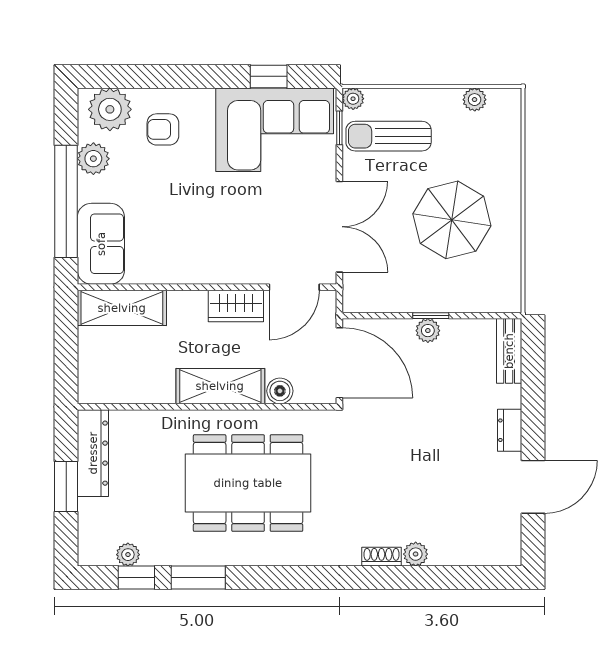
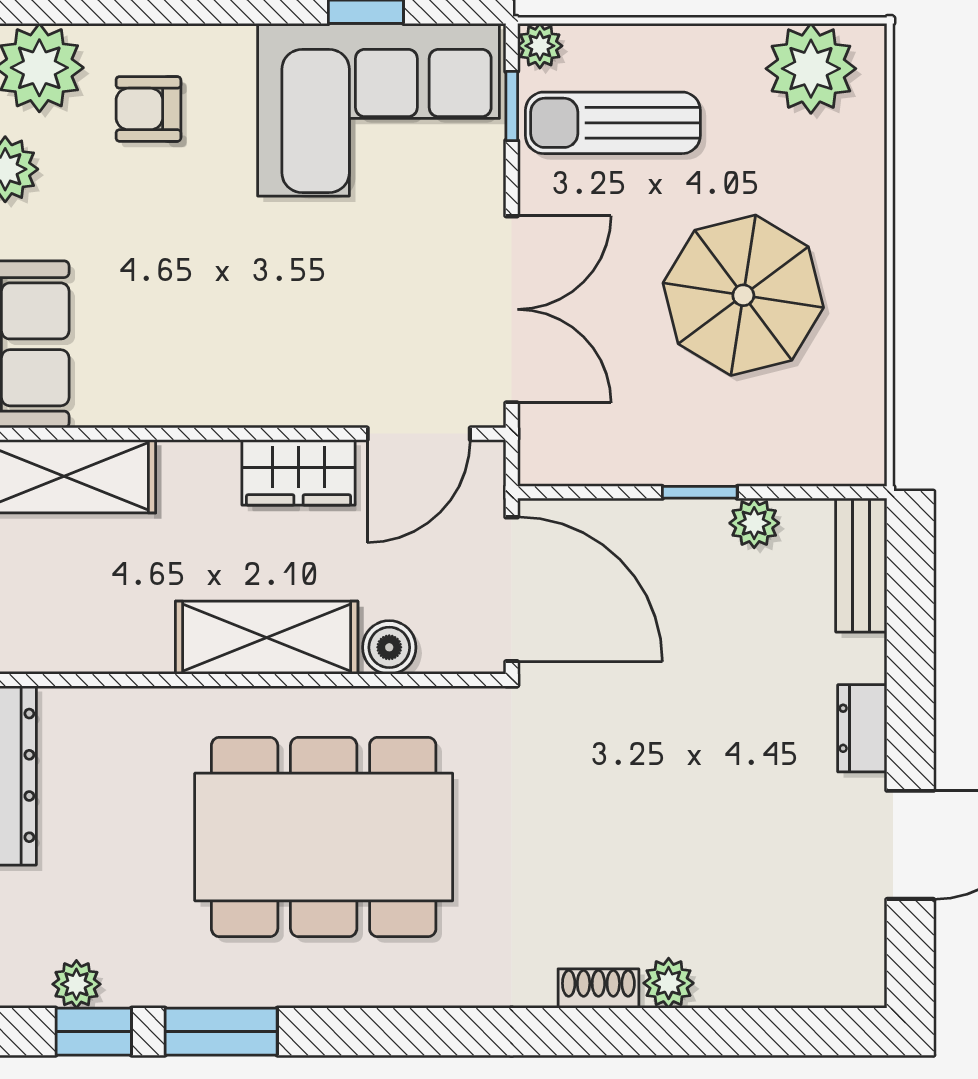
plant: (475, 100) -> (811, 69), width x1.88, depth x1.88
plant: (428, 331) -> (754, 523), moved

